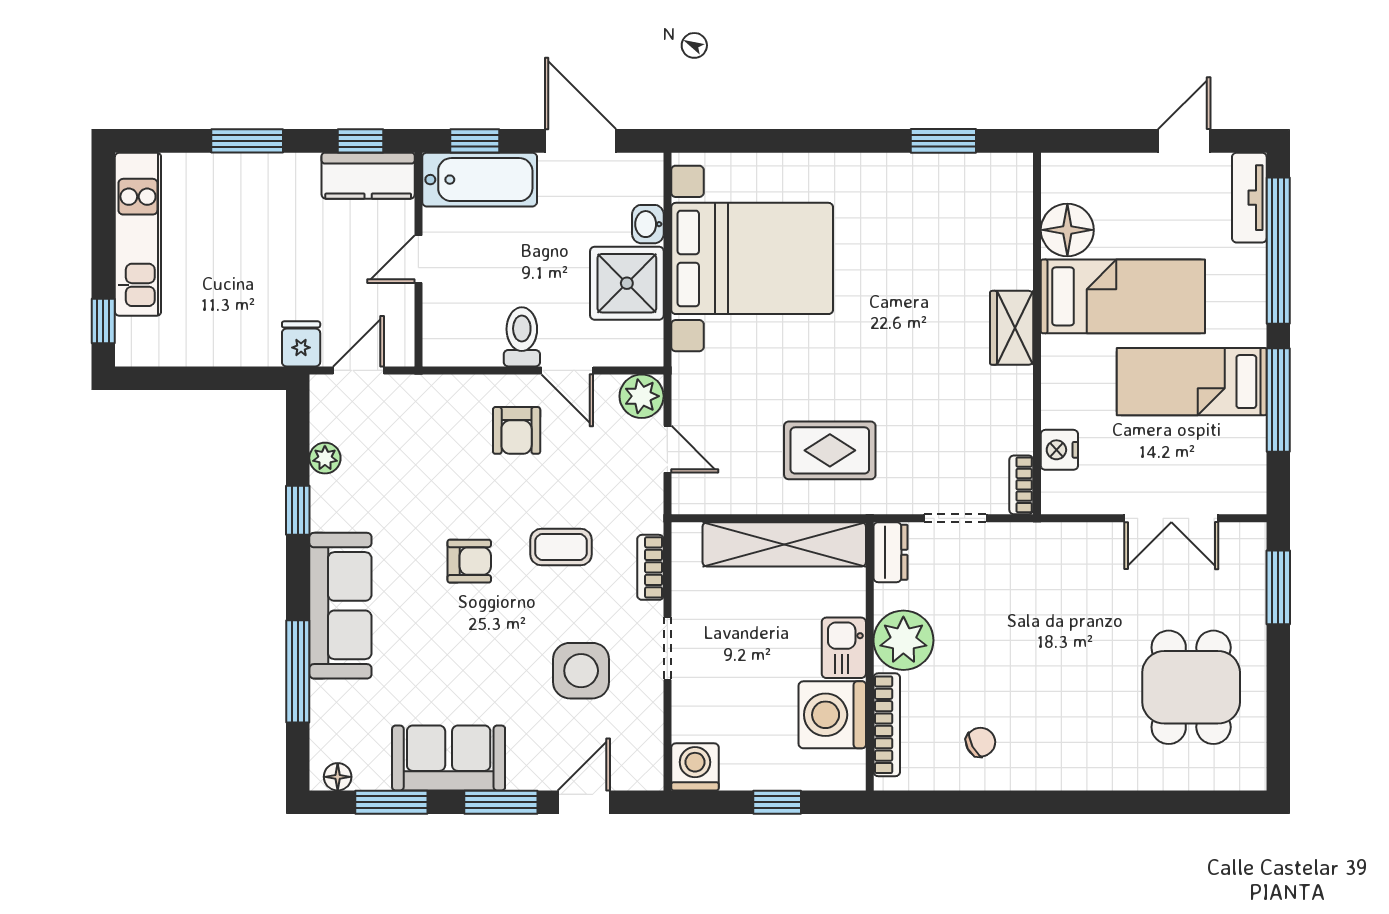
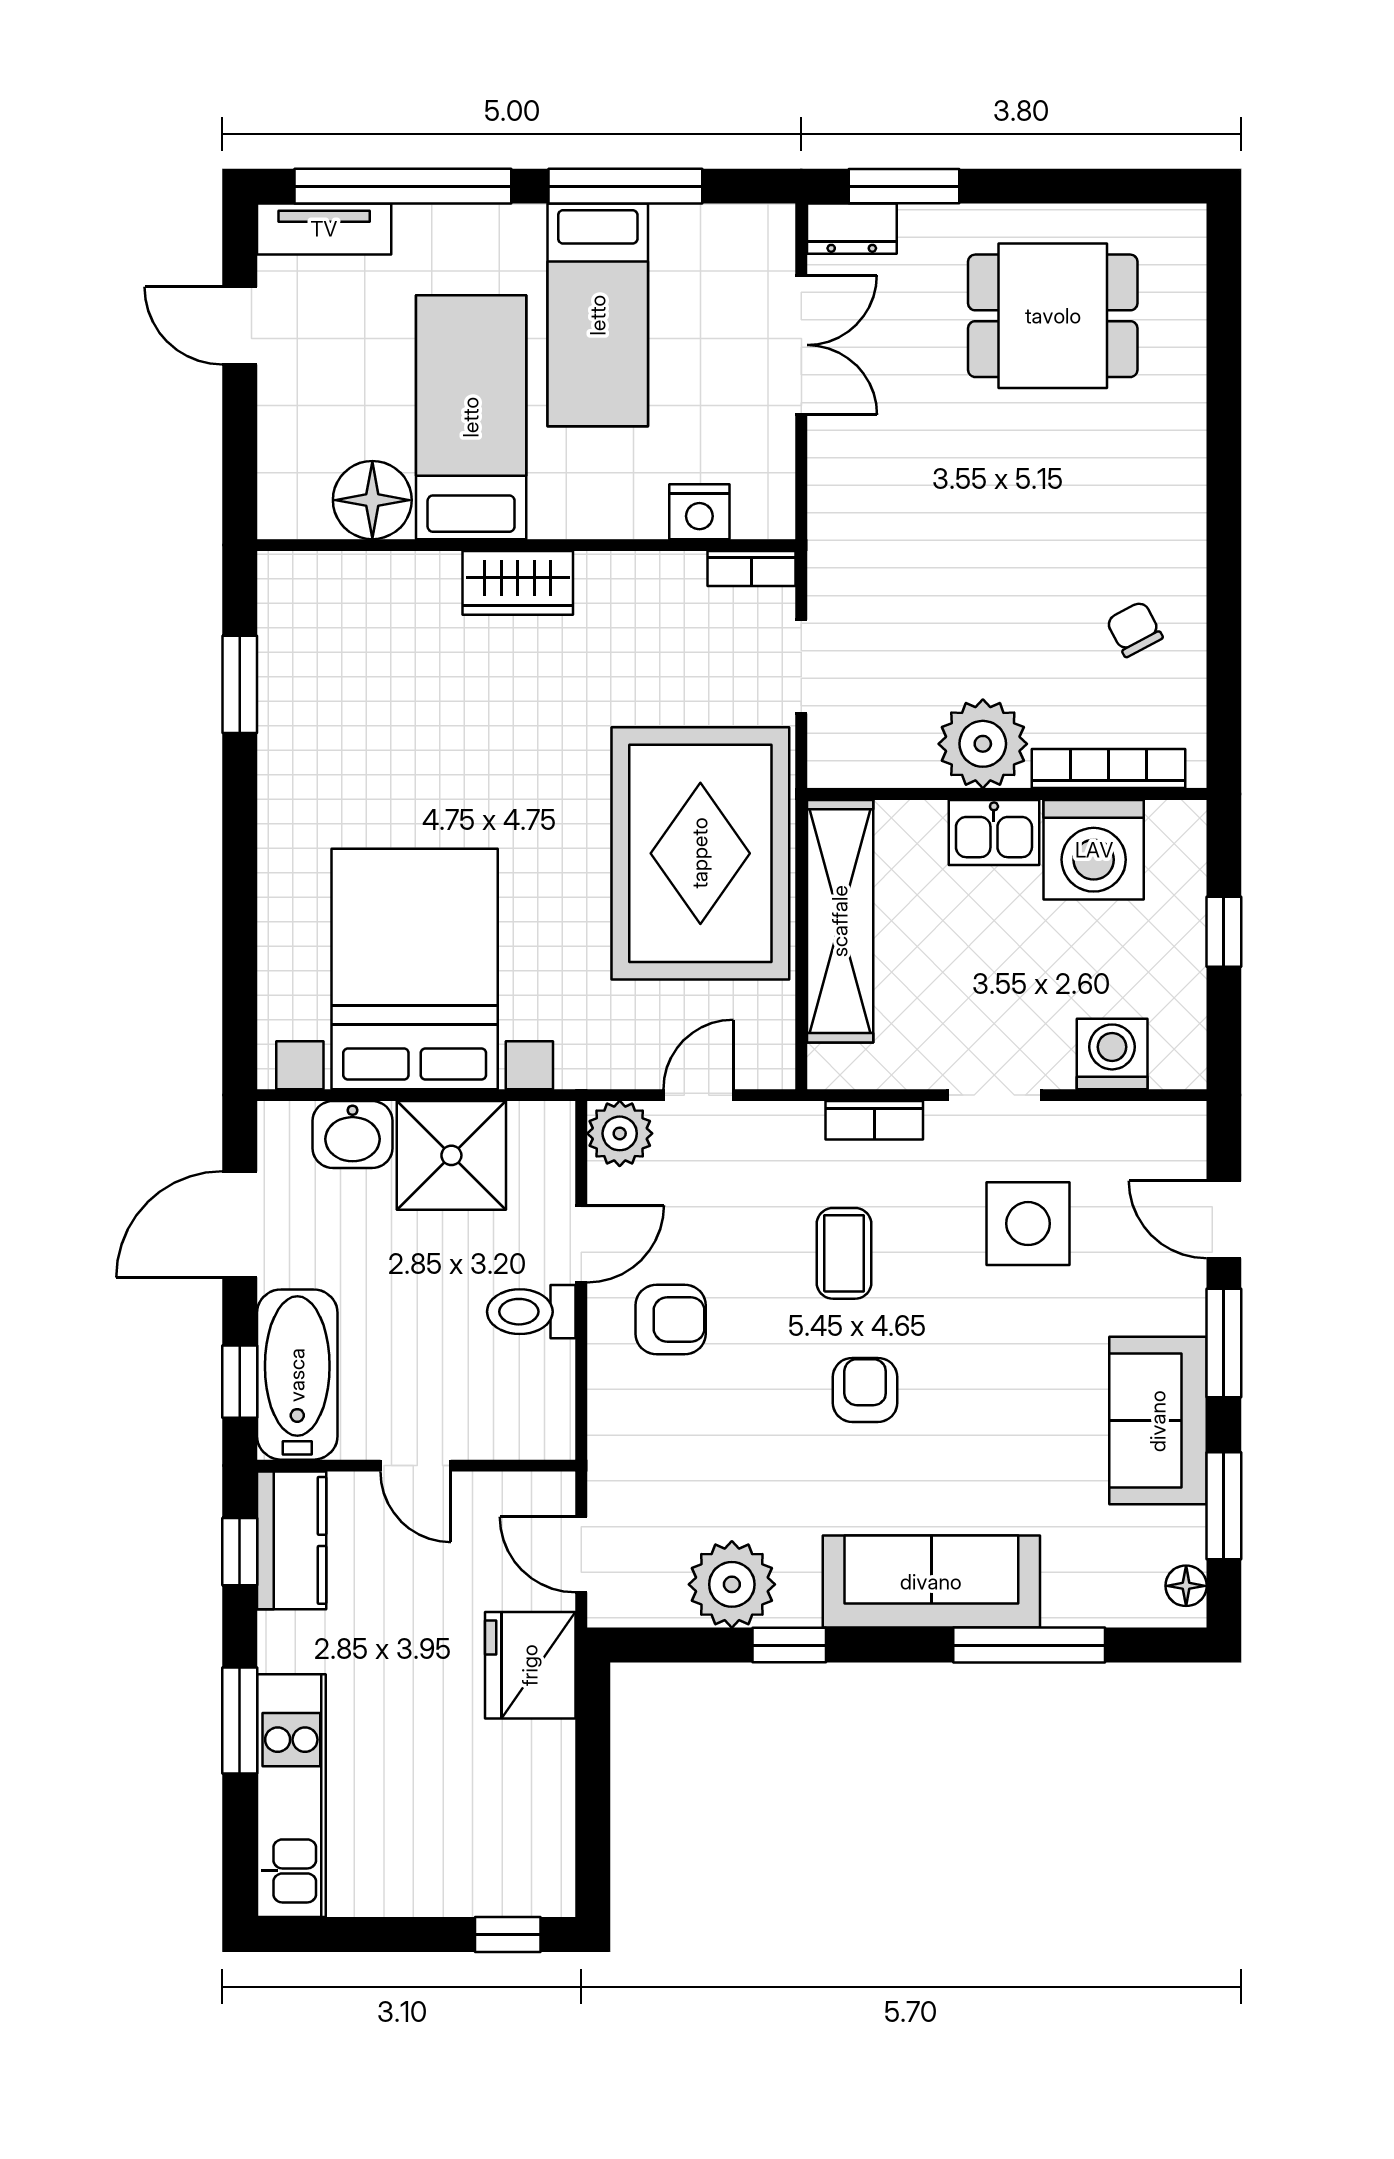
washbasin: (648, 224) -> (352, 1134), width x1.38, depth x1.45
kitchen unit: (138, 234) -> (291, 1796), moved, turned 90
fridge: (301, 344) -> (530, 1665), width x1.88, depth x1.34
rug: (830, 450) -> (700, 853), width x1.86, depth x2.06
plant: (325, 458) -> (732, 1584), width x1.88, depth x1.88
dresser: (890, 552) -> (852, 229), moved, turned 180
washing machine: (695, 767) -> (1112, 1054), moved, turned 90

